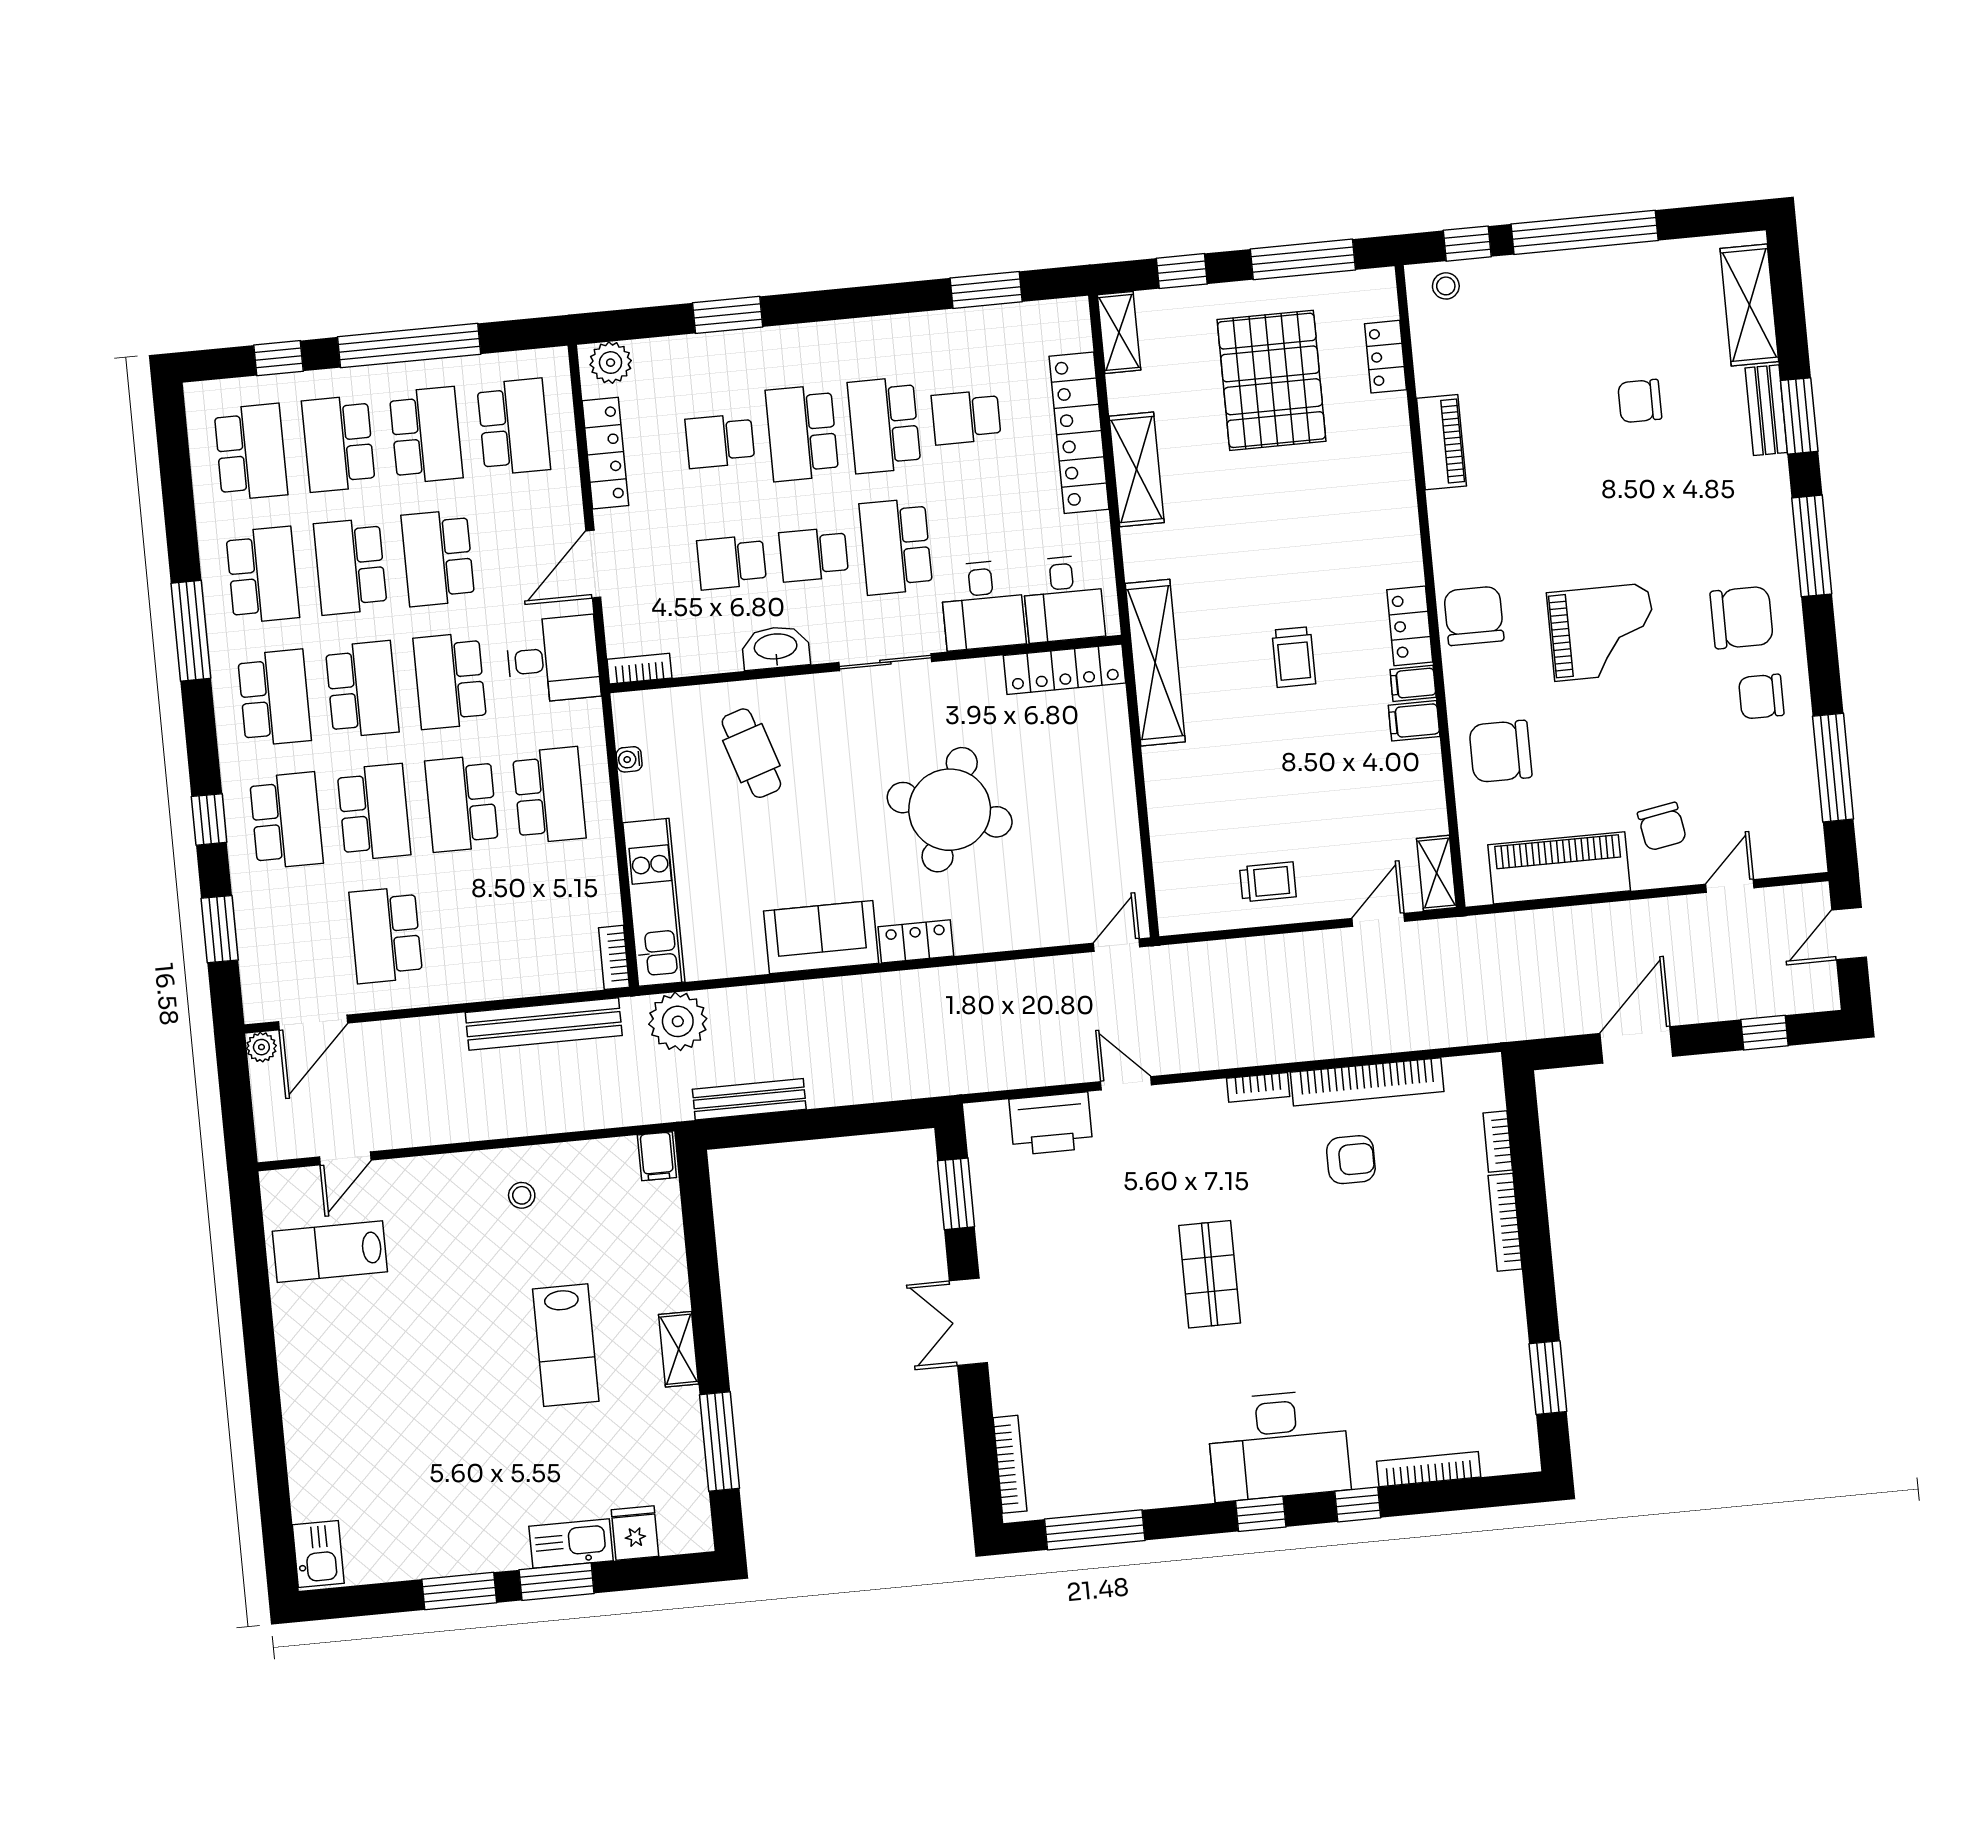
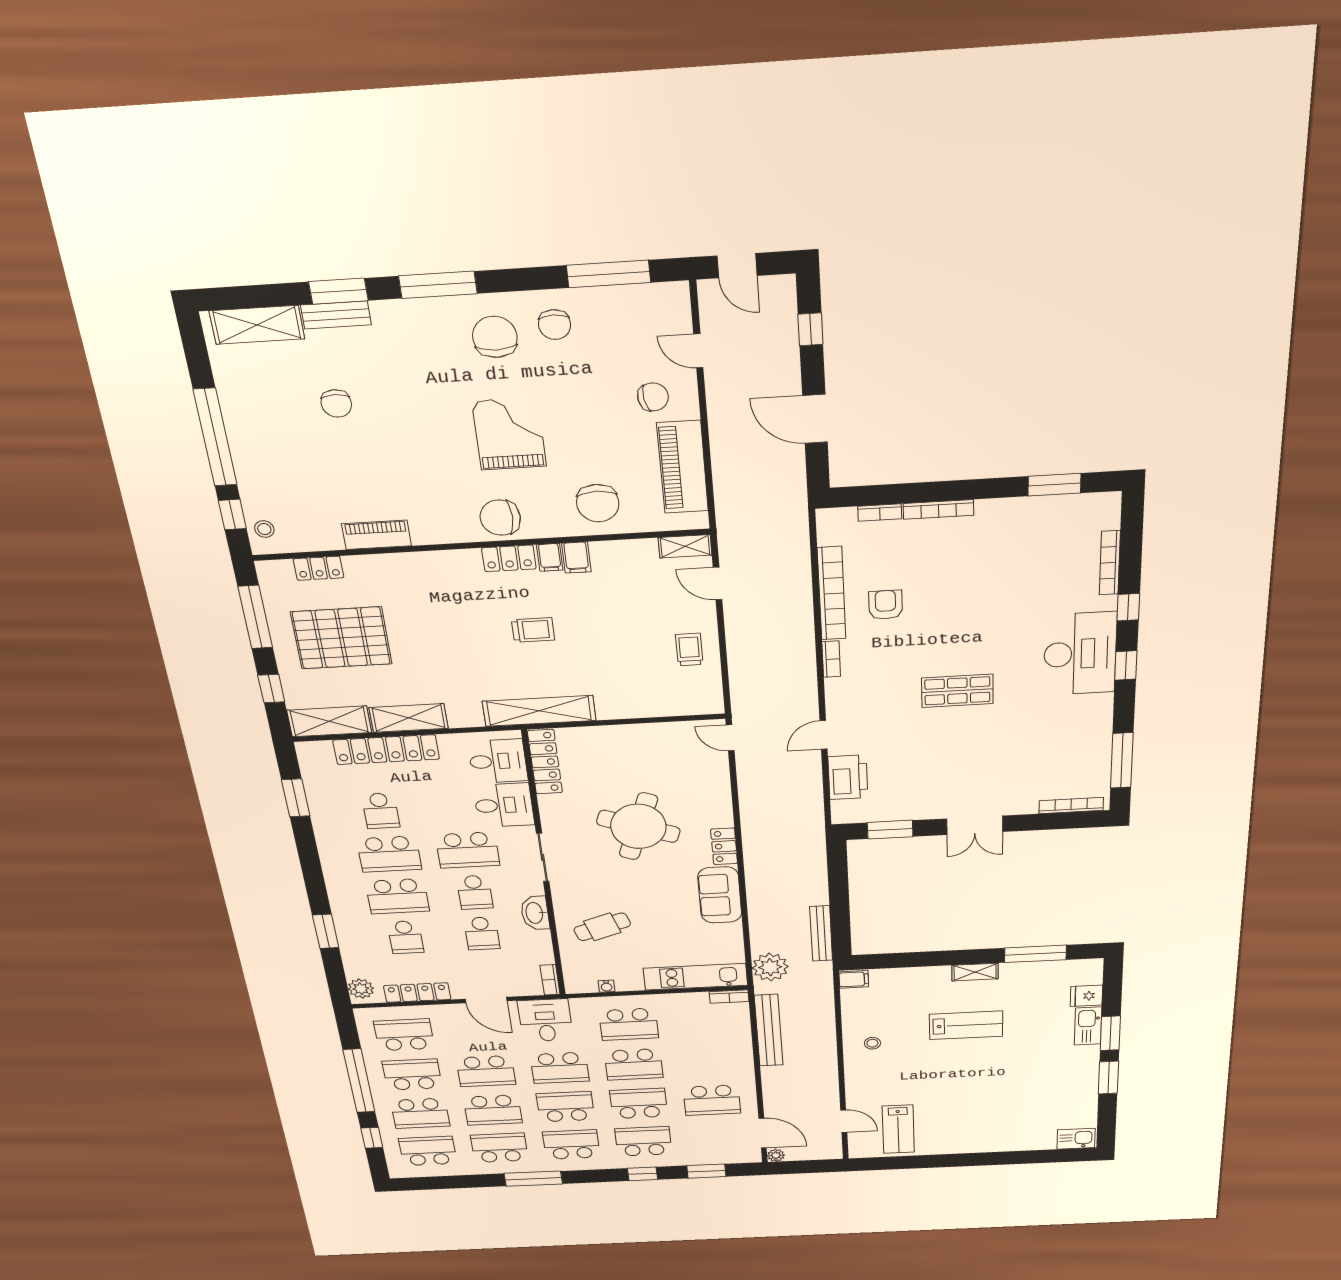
shelving: (1119, 332) -> (329, 721), width x1.50, depth x1.33
school desk: (549, 795) -> (629, 1024), turned 180

